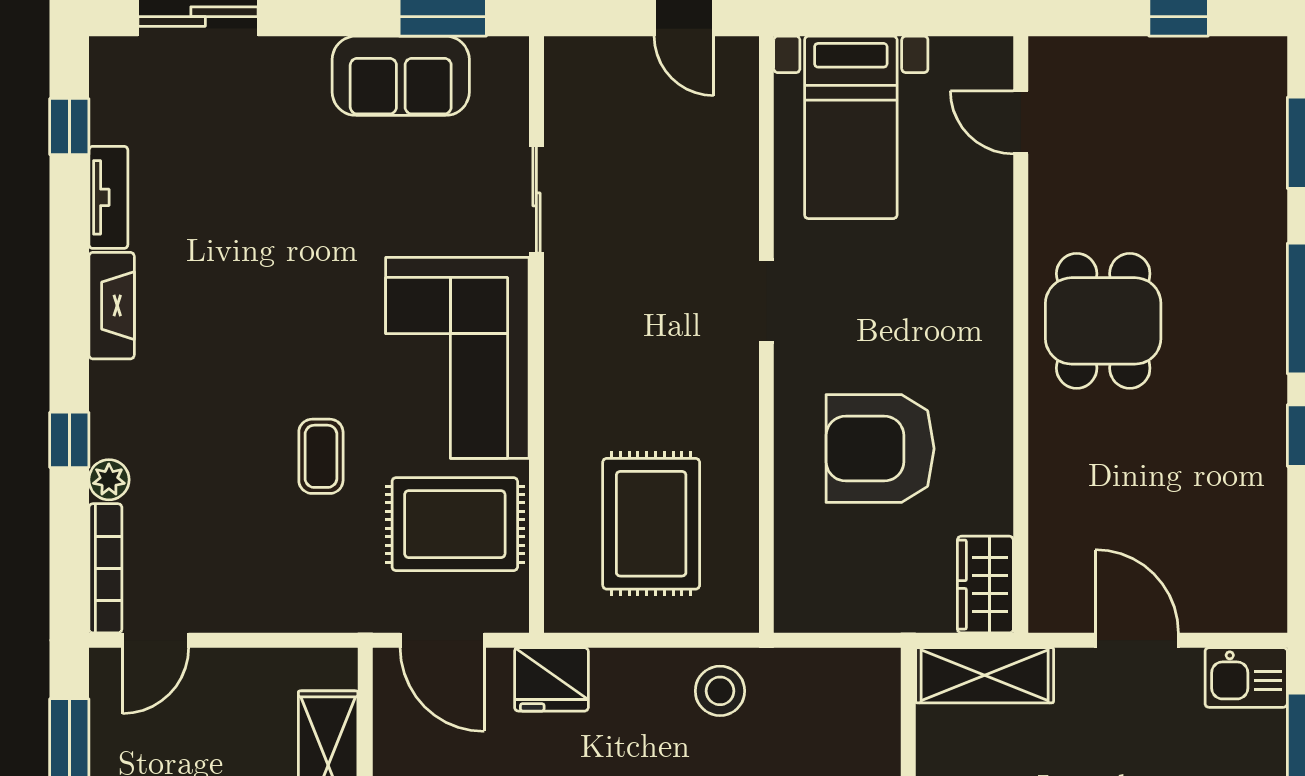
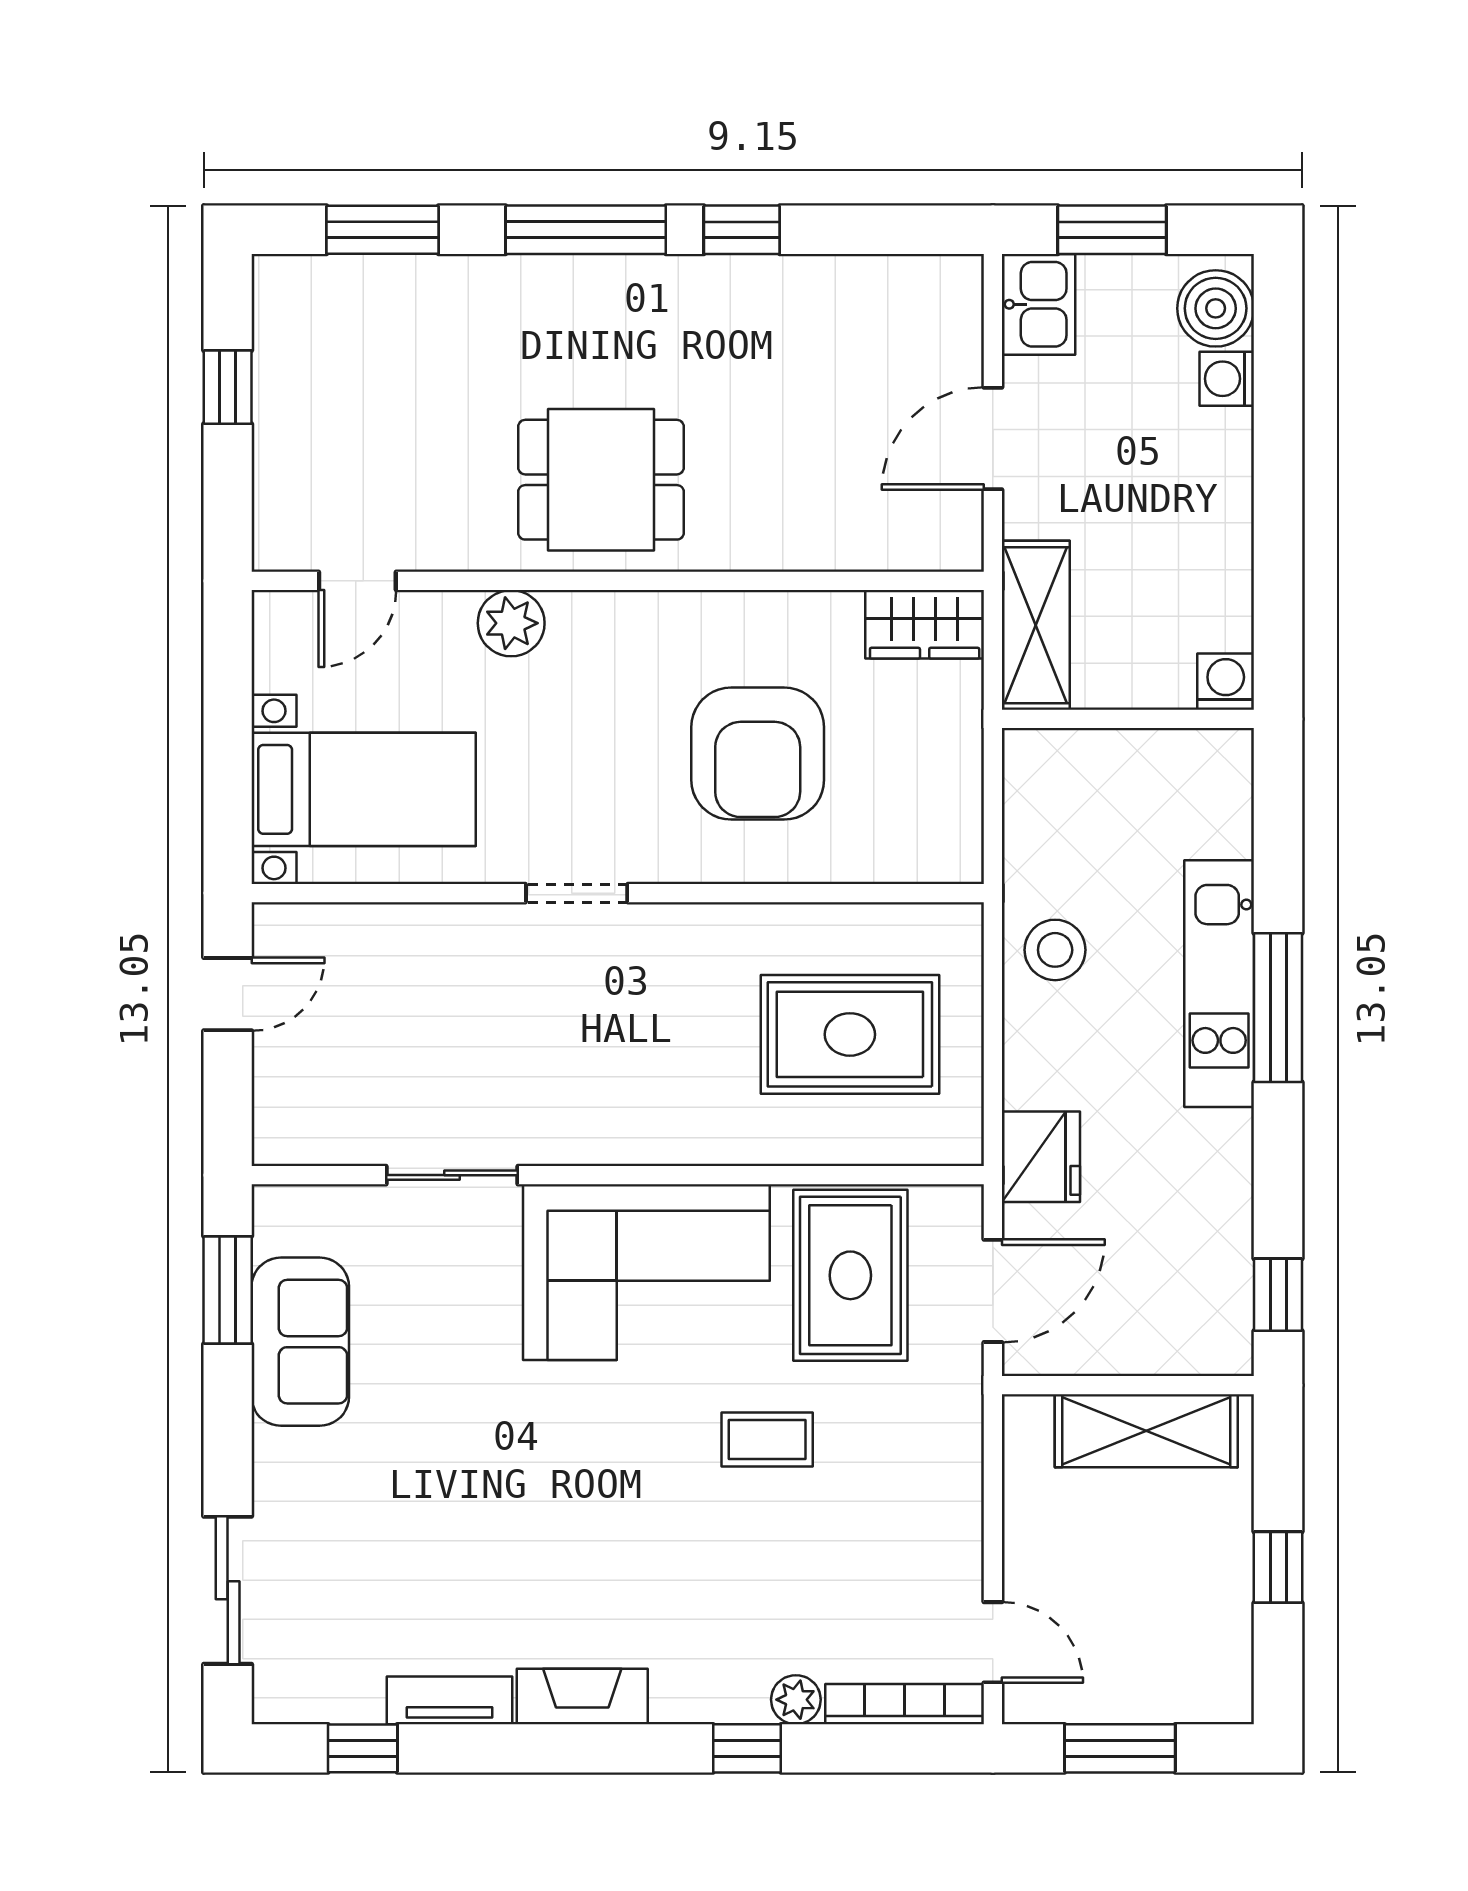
plant: (986, 248) -> (511, 623), added

